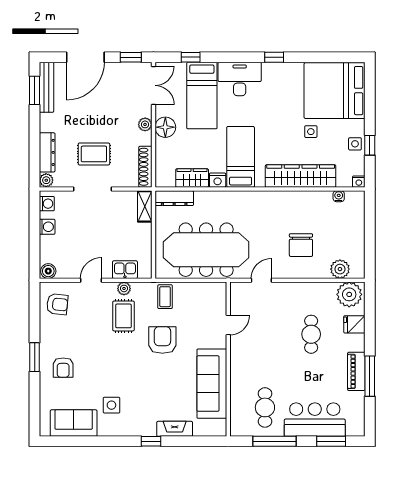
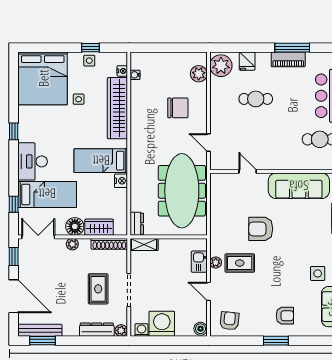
wardrobe: (192, 178) -> (99, 227), moved, turned 90
nightstand: (359, 182) -> (122, 71), moved
dresser: (174, 198) -> (137, 224), width x0.70
washing machine: (47, 227) -> (162, 324), width x1.89, depth x1.89
coffee table: (165, 297) -> (223, 227), removed

